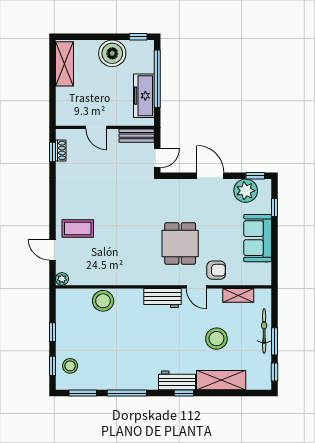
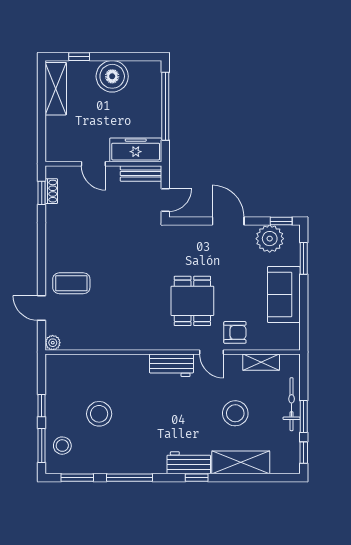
window: (138, 37) -> (79, 57), moved
freezer: (144, 96) -> (136, 150), moved, turned 90
window: (274, 207) -> (304, 258), width x1.50
stool: (103, 301) -> (99, 414), moved
window: (52, 366) -> (42, 446), width x1.50

